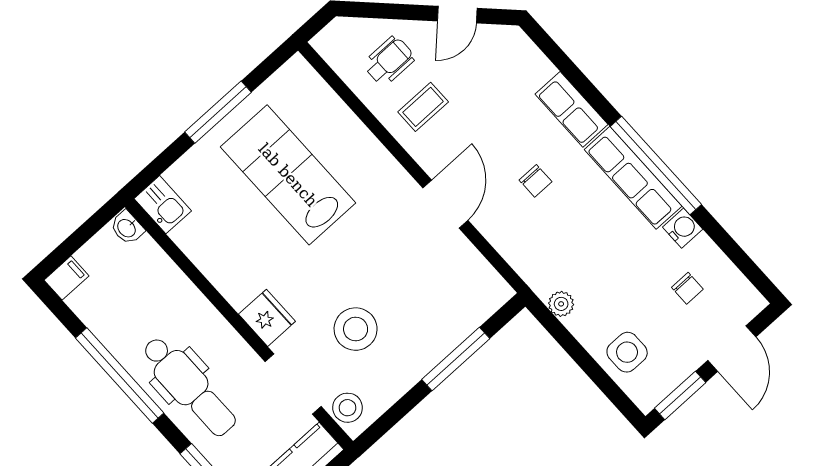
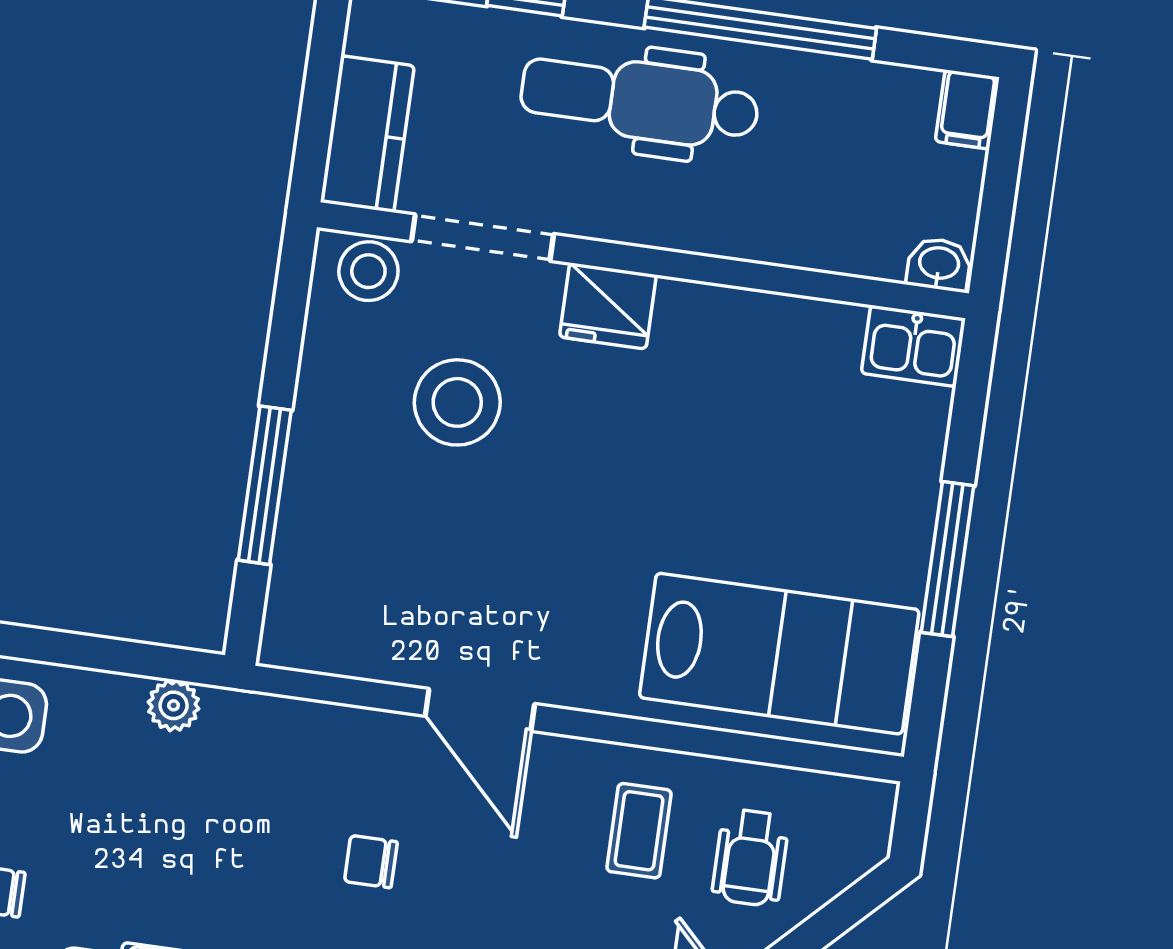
lab bench: (288, 175) -> (779, 654), moved

